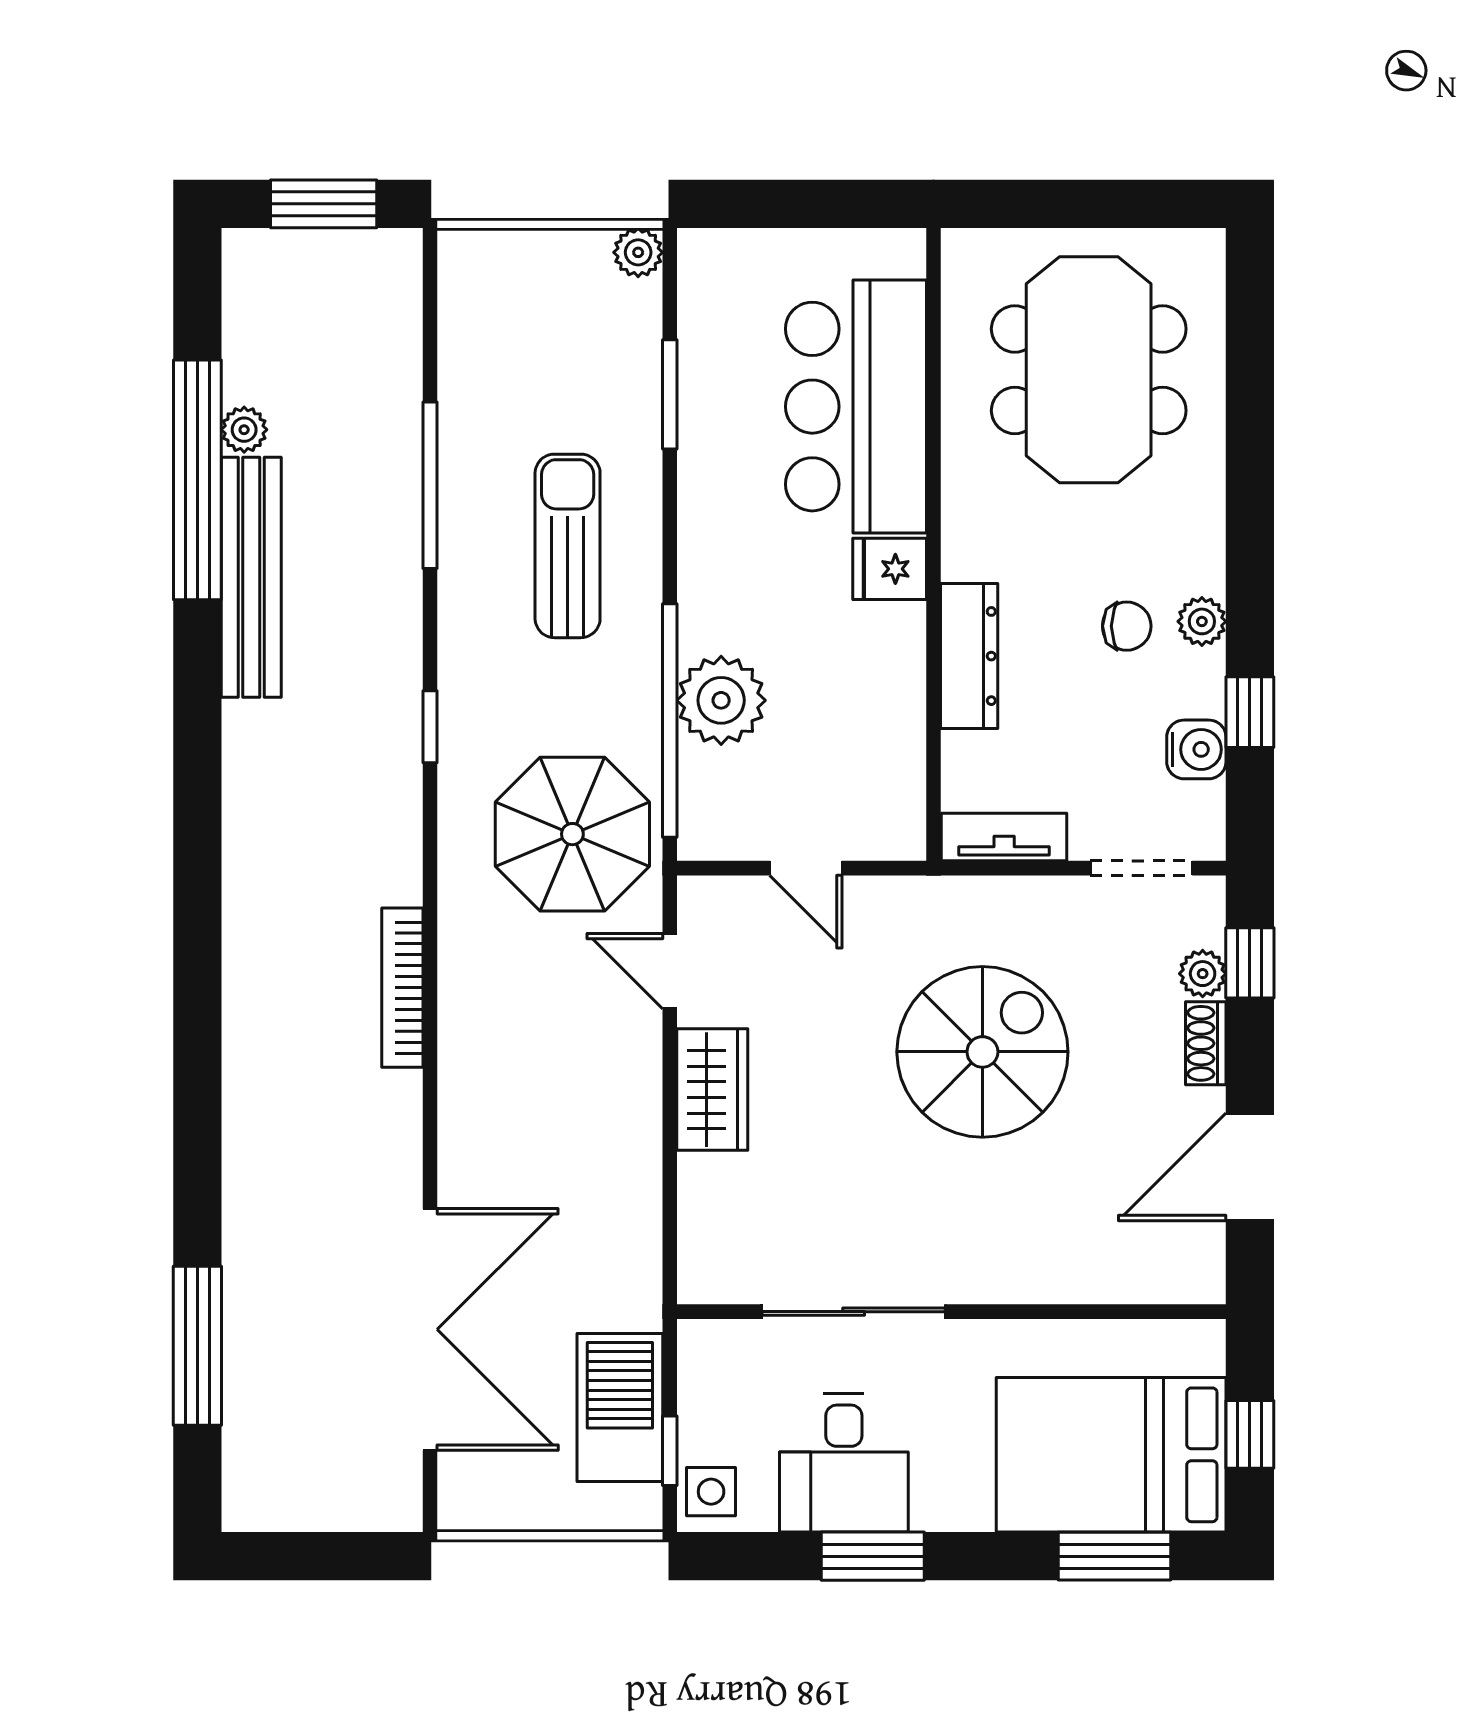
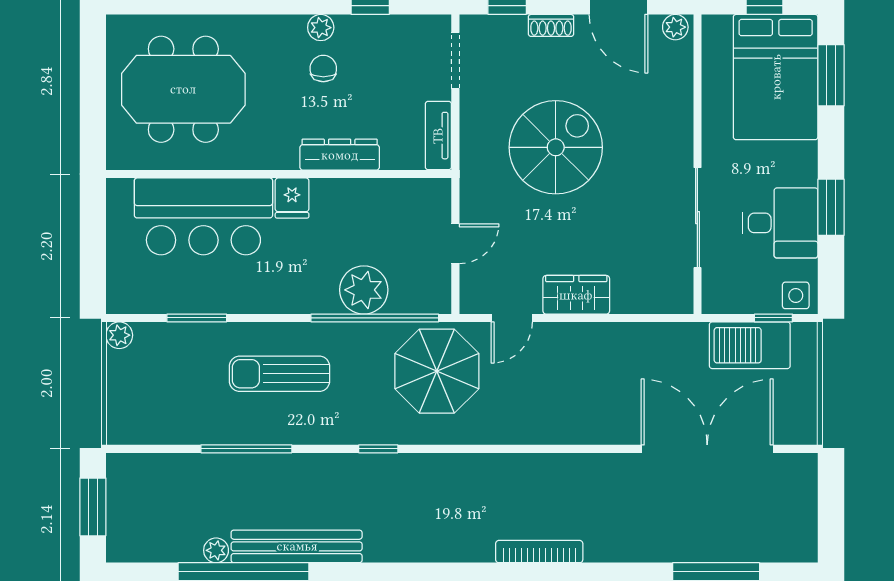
water cooler: (1196, 749) -> (391, 31), removed
plant: (1203, 974) -> (675, 27), moved
bookcase: (402, 988) -> (539, 552), moved, turned 180
spiral stairs: (982, 1052) -> (556, 147), turned 90

